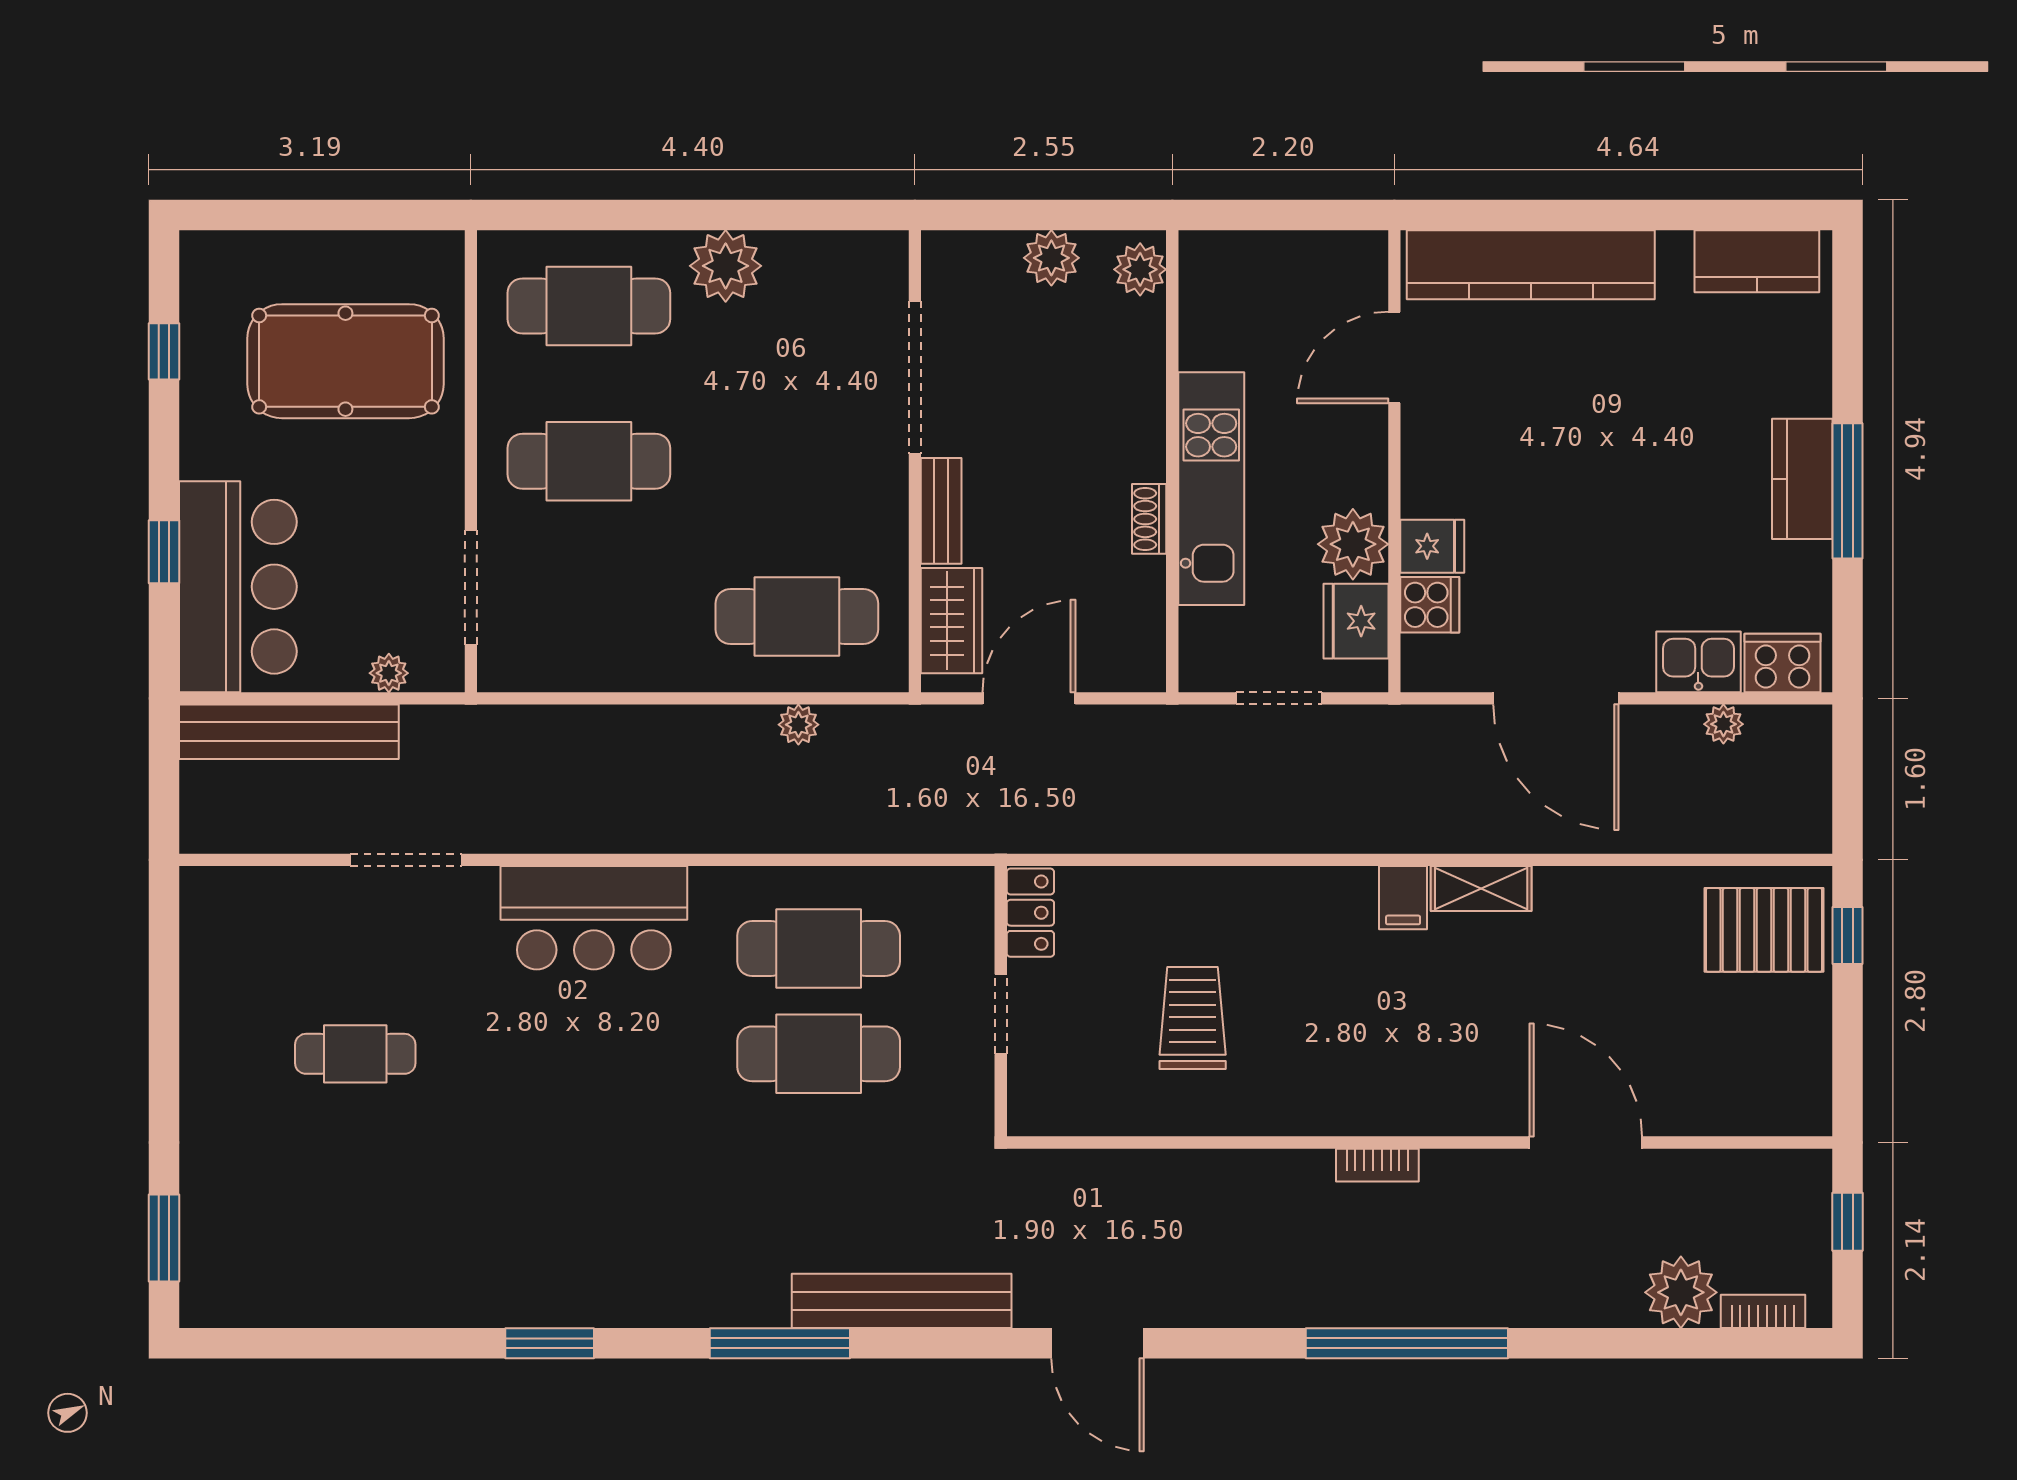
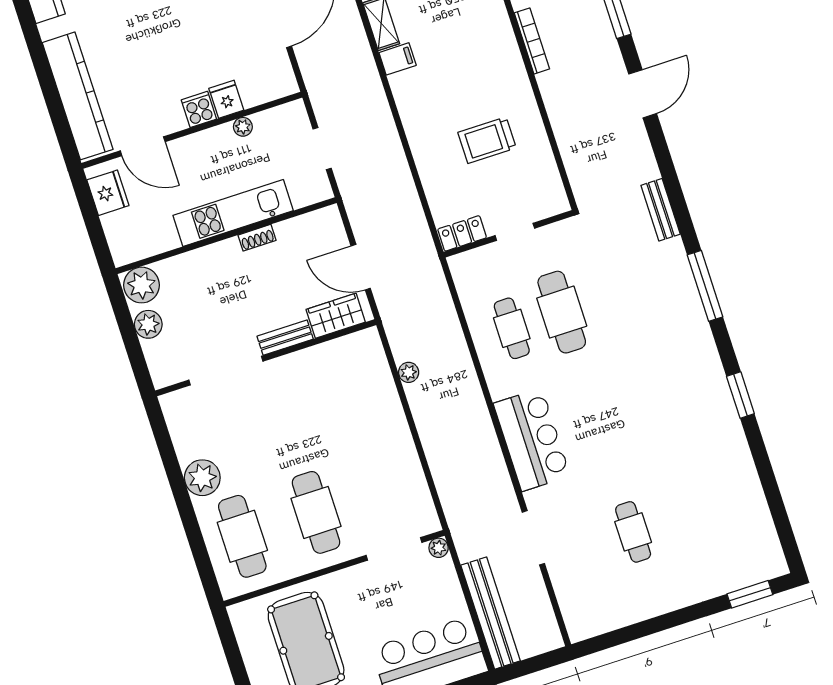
plant: (1140, 269) -> (142, 285), width x1.36, depth x1.36
plant: (1353, 544) -> (243, 127), width x0.53, depth x0.53
cooker: (1430, 605) -> (199, 109), moved
cafe table: (797, 616) -> (358, 390), removed
fridge: (1356, 621) -> (108, 193), moved, turned -90
plant: (389, 673) -> (439, 548), moved
cafe table: (819, 949) -> (512, 328), width x0.73, depth x0.74
bookcase: (1377, 1165) -> (532, 41), width x1.56
bench: (902, 1301) -> (661, 210), width x0.54, depth x0.82
door: (1098, 1343) -> (643, 94), moved

